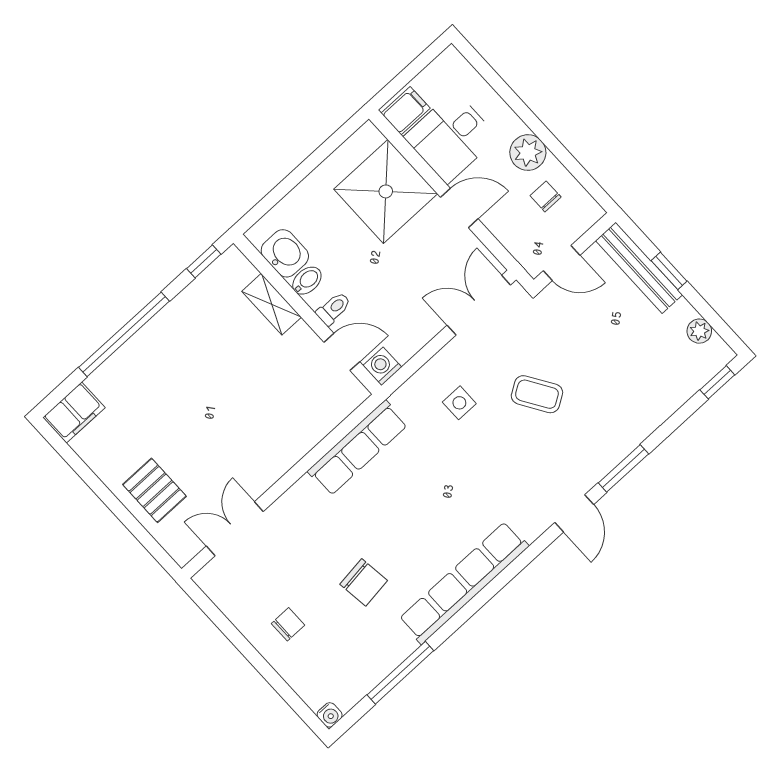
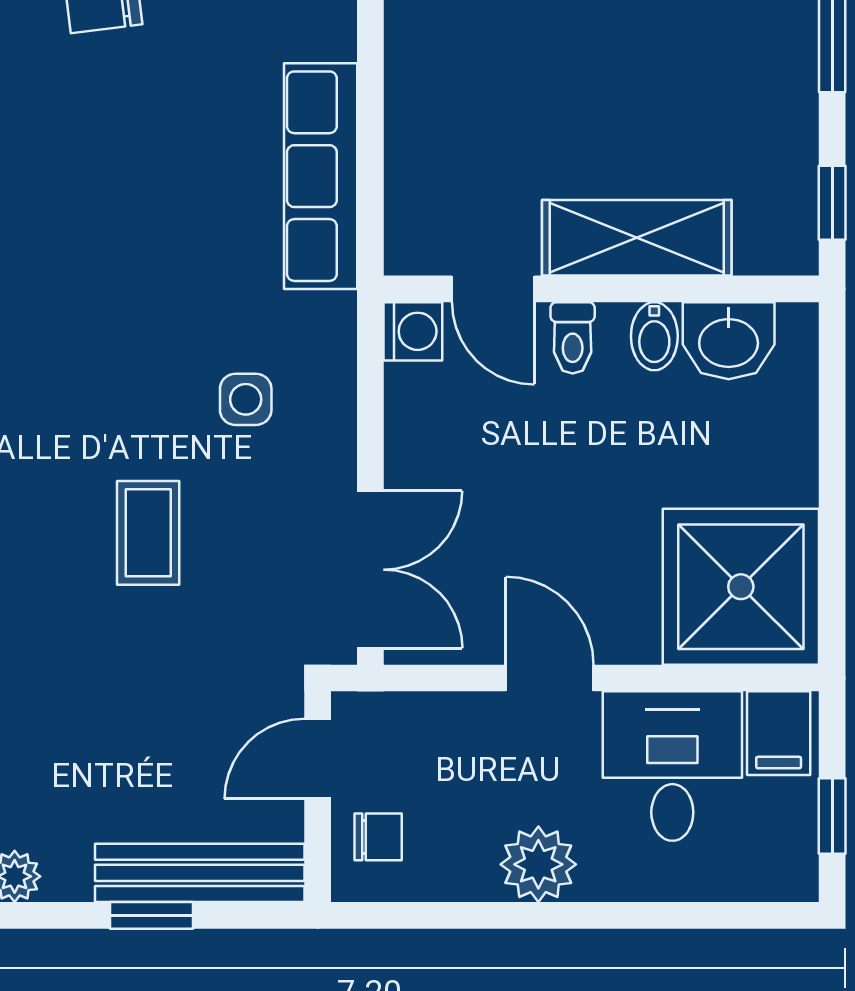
window: (417, 66) -> (832, 816), added
shower: (386, 191) -> (741, 587), moved
chair: (546, 196) -> (378, 837), moved
door: (459, 208) -> (550, 678), swing flipped
shelving: (272, 304) -> (637, 238), width x1.50, depth x1.33
door: (342, 352) -> (493, 289), hinge flipped
coffee table: (537, 394) -> (148, 533), turned -58

